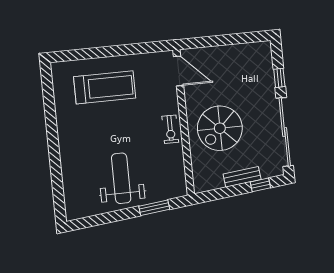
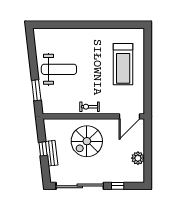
plant: (237, 53) -> (138, 158), added
spiral stairs: (220, 128) -> (87, 141), turned -90
window: (260, 185) -> (43, 149), moved

